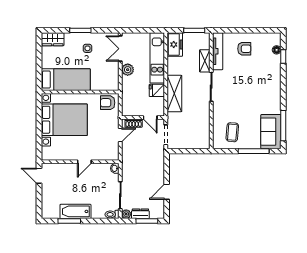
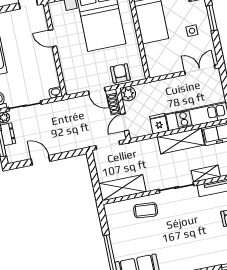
plant: (128, 70) -> (128, 94), moved
shelving: (174, 93) -> (181, 141), moved
armchair: (108, 103) -> (120, 73), moved
shelving: (202, 130) -> (122, 188), added
coffee table: (232, 132) -> (146, 210), moved
door: (84, 162) -> (53, 38), moved

